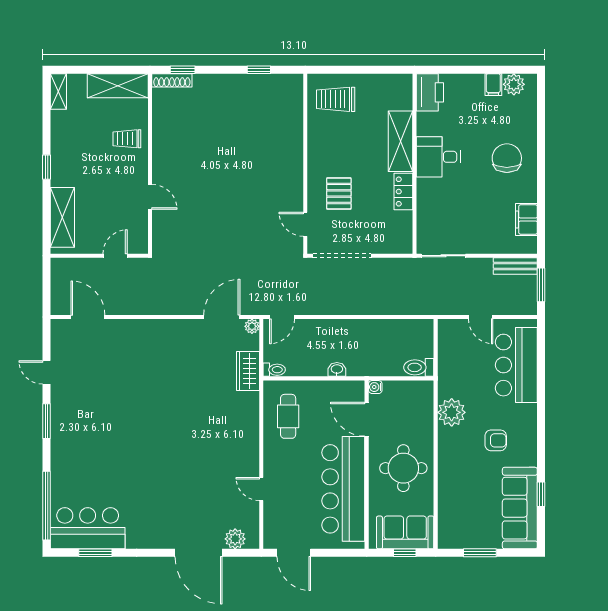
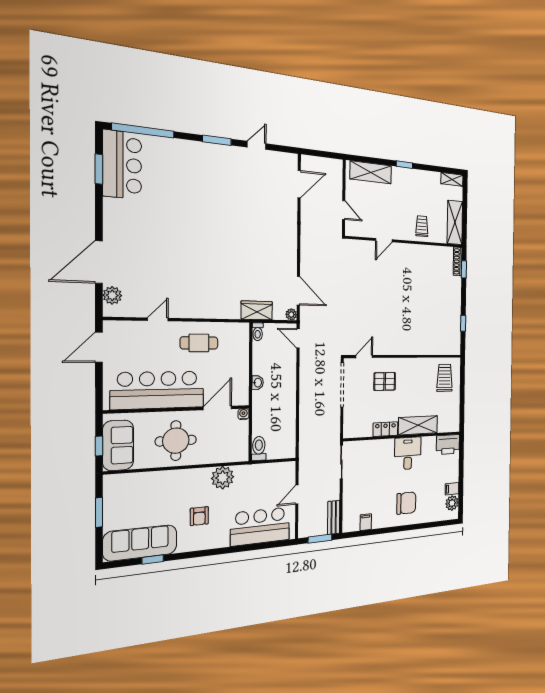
filing cabinet: (526, 219) -> (366, 522), width x0.50
cafe table: (288, 416) -> (199, 343), moved

